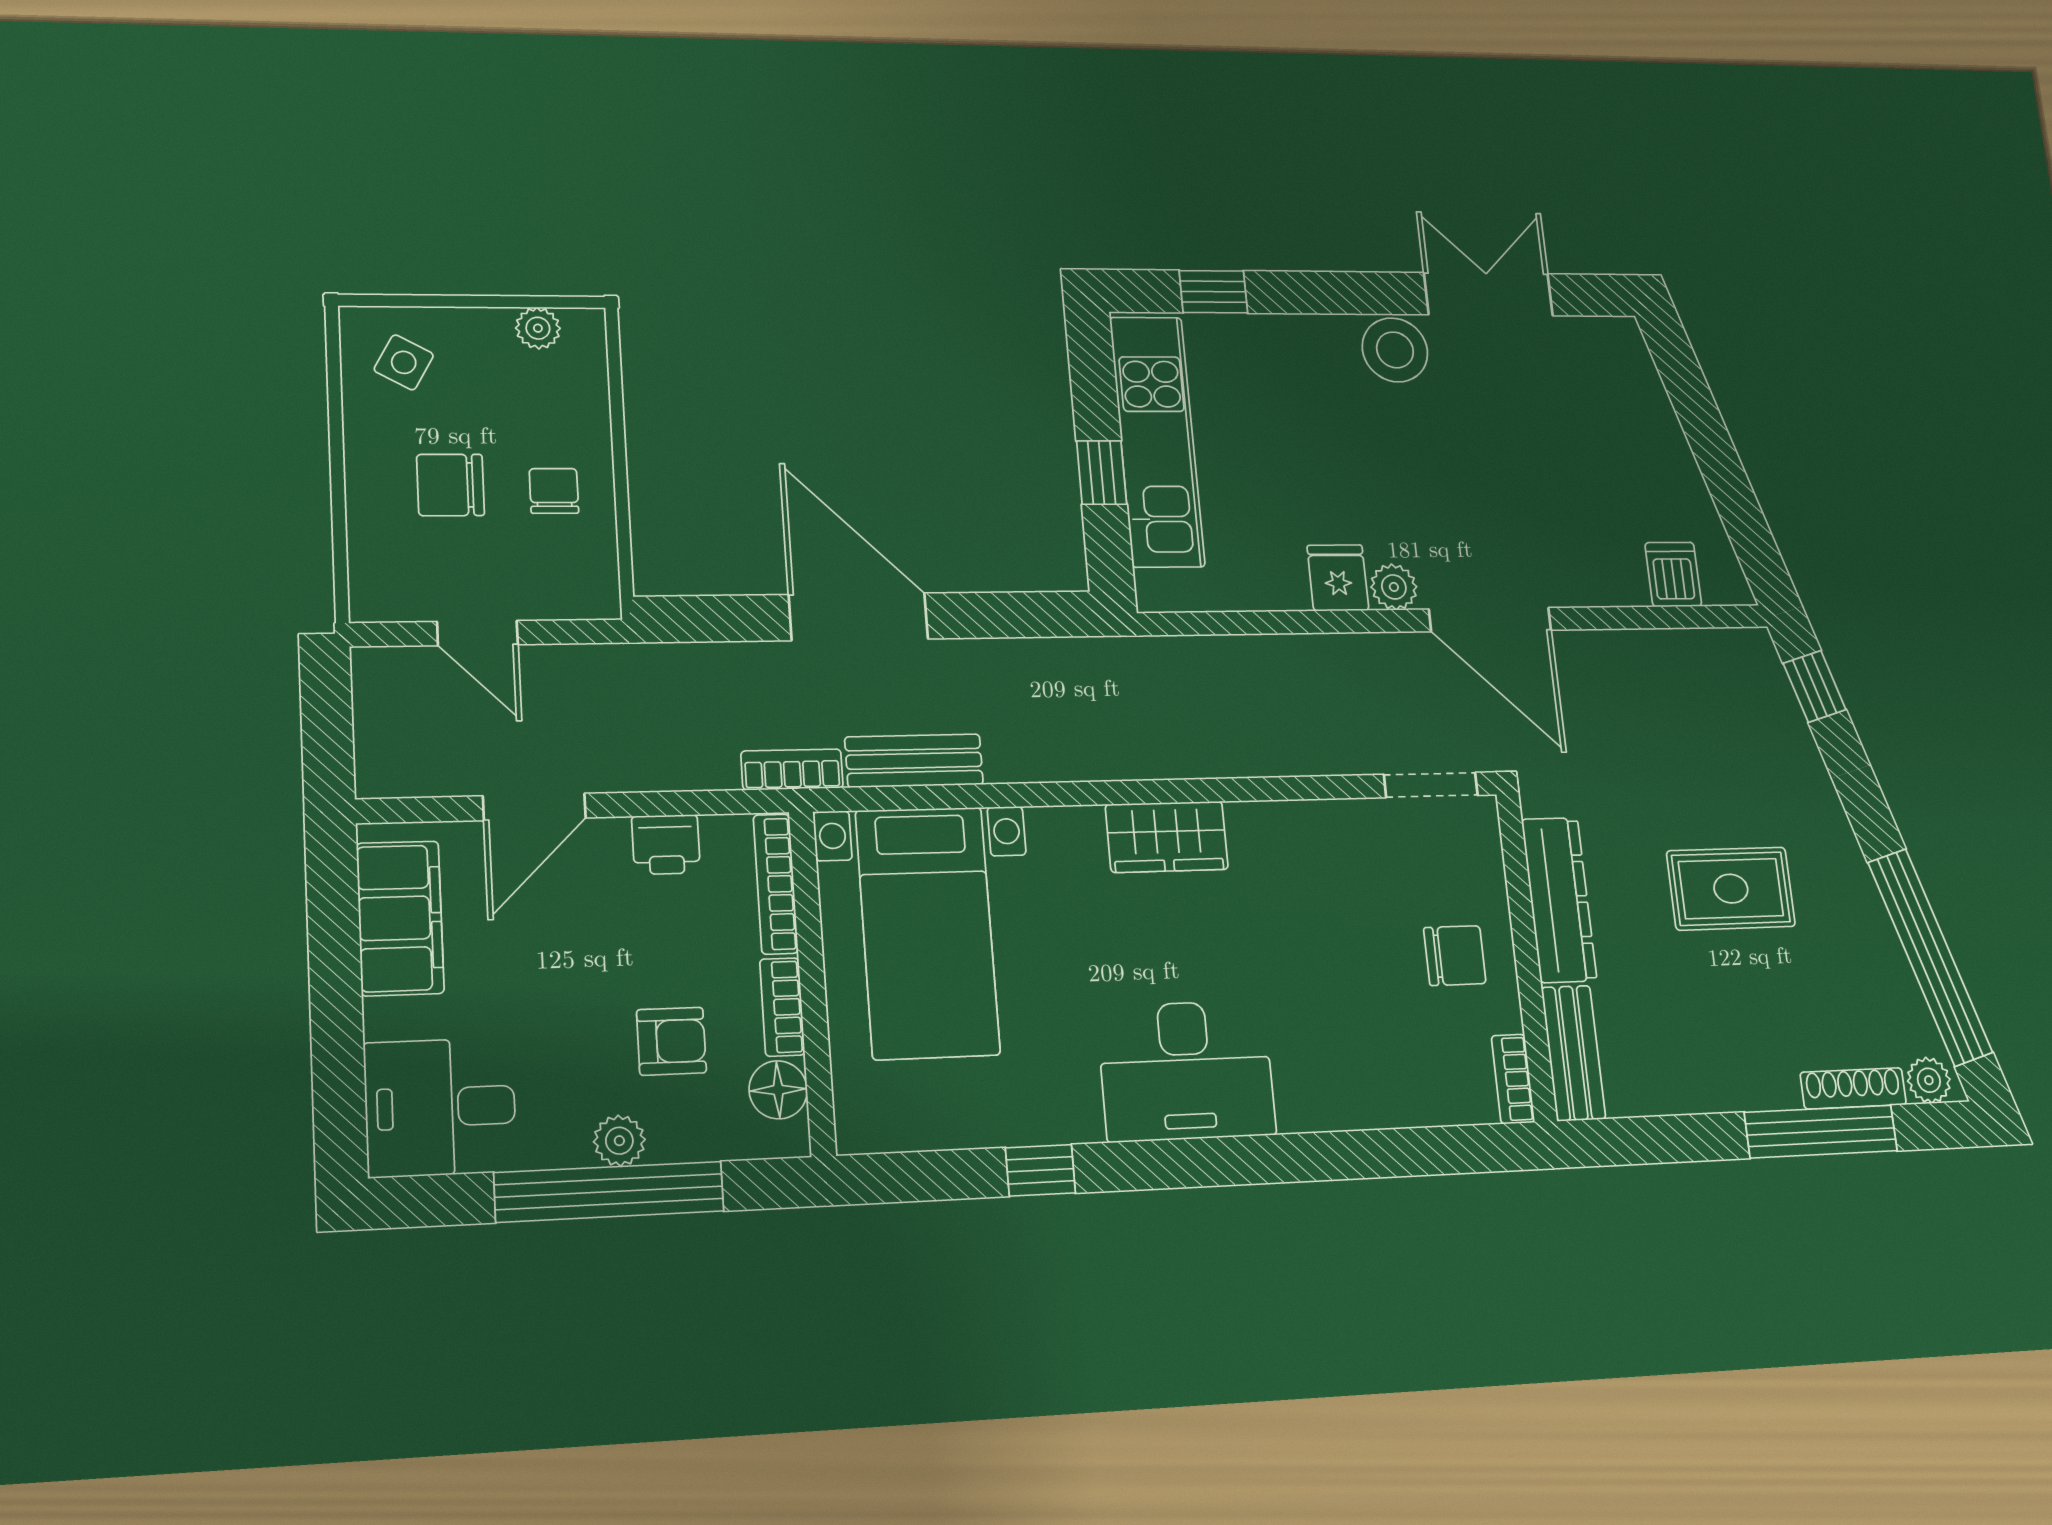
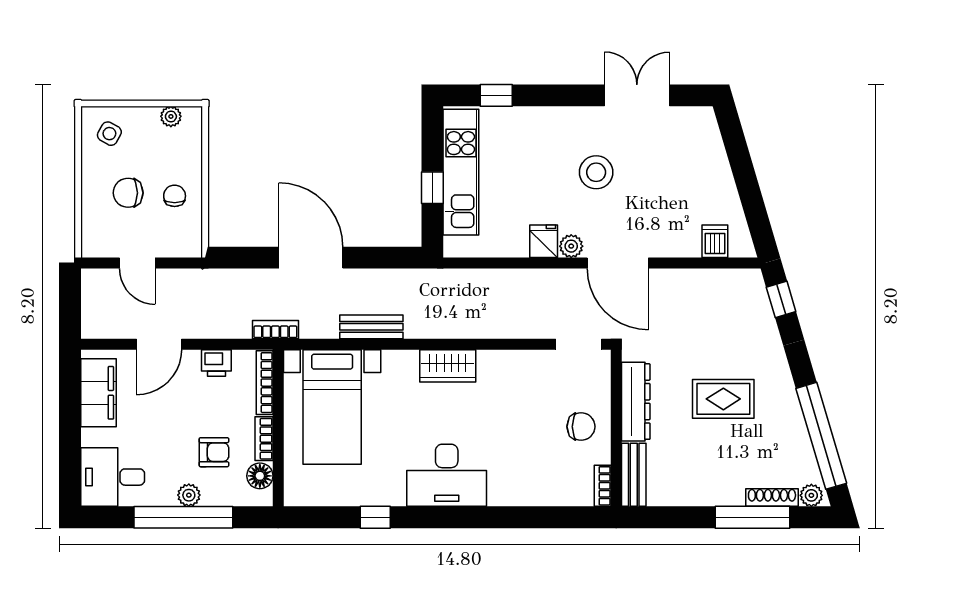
stool: (1395, 350) -> (596, 172), moved
bench: (914, 761) -> (371, 327), moved

